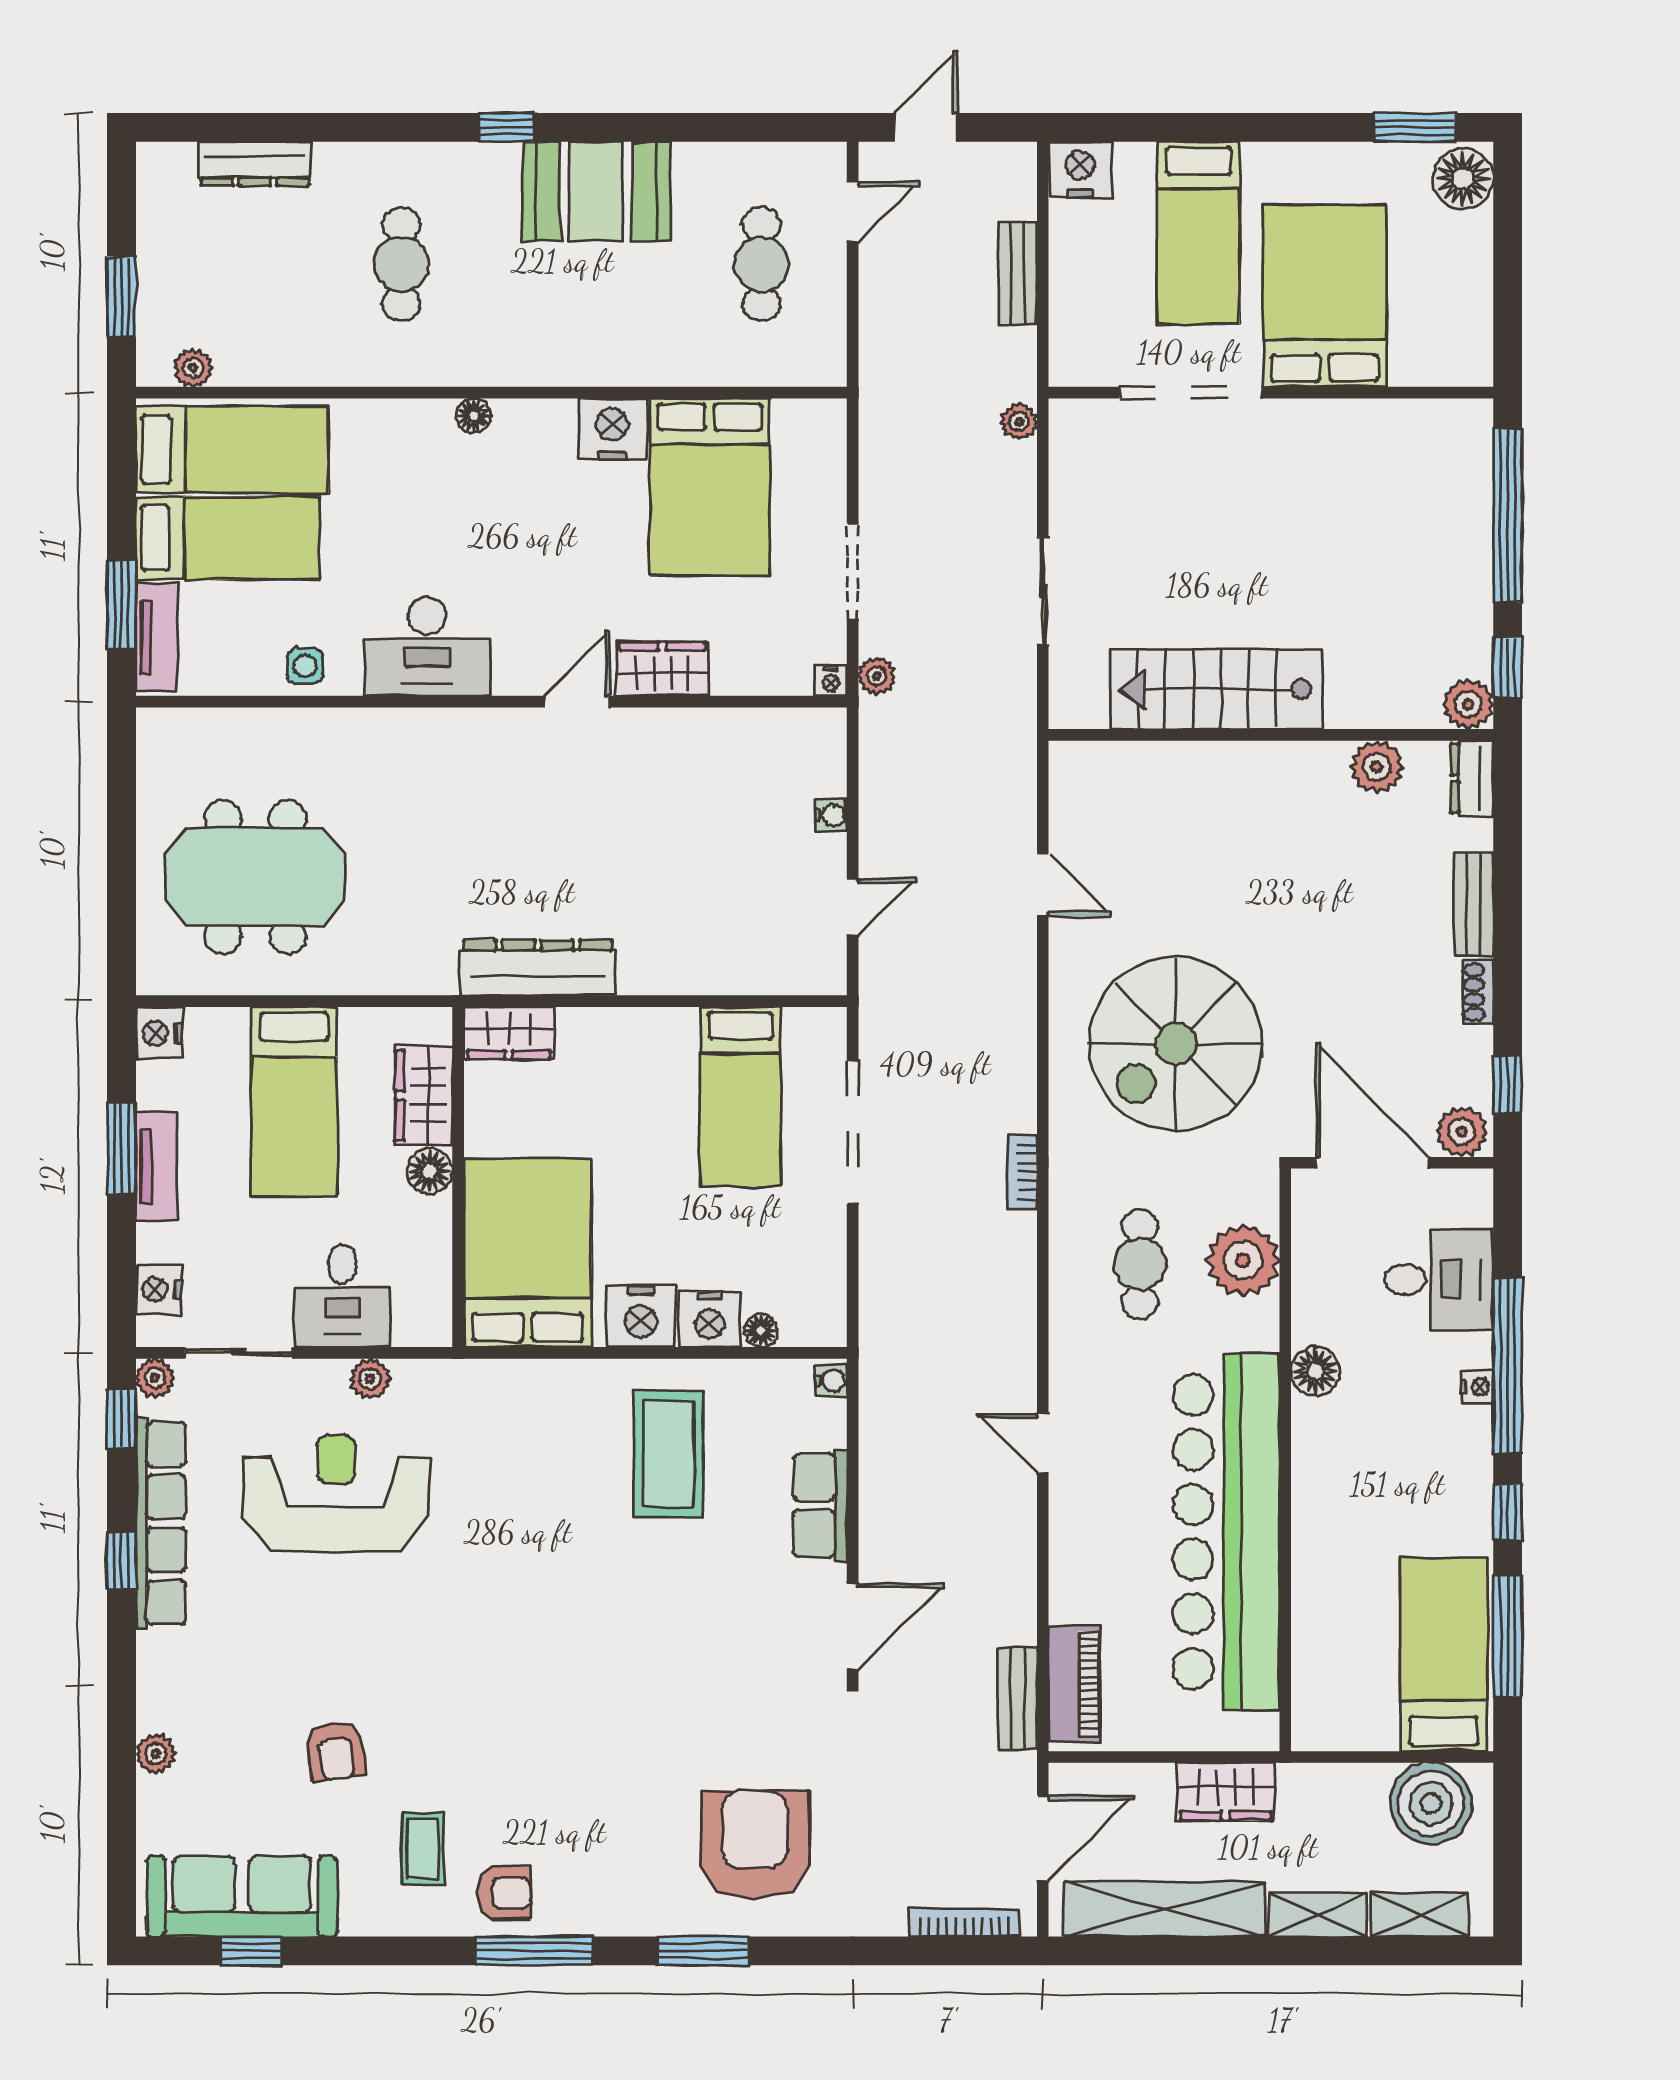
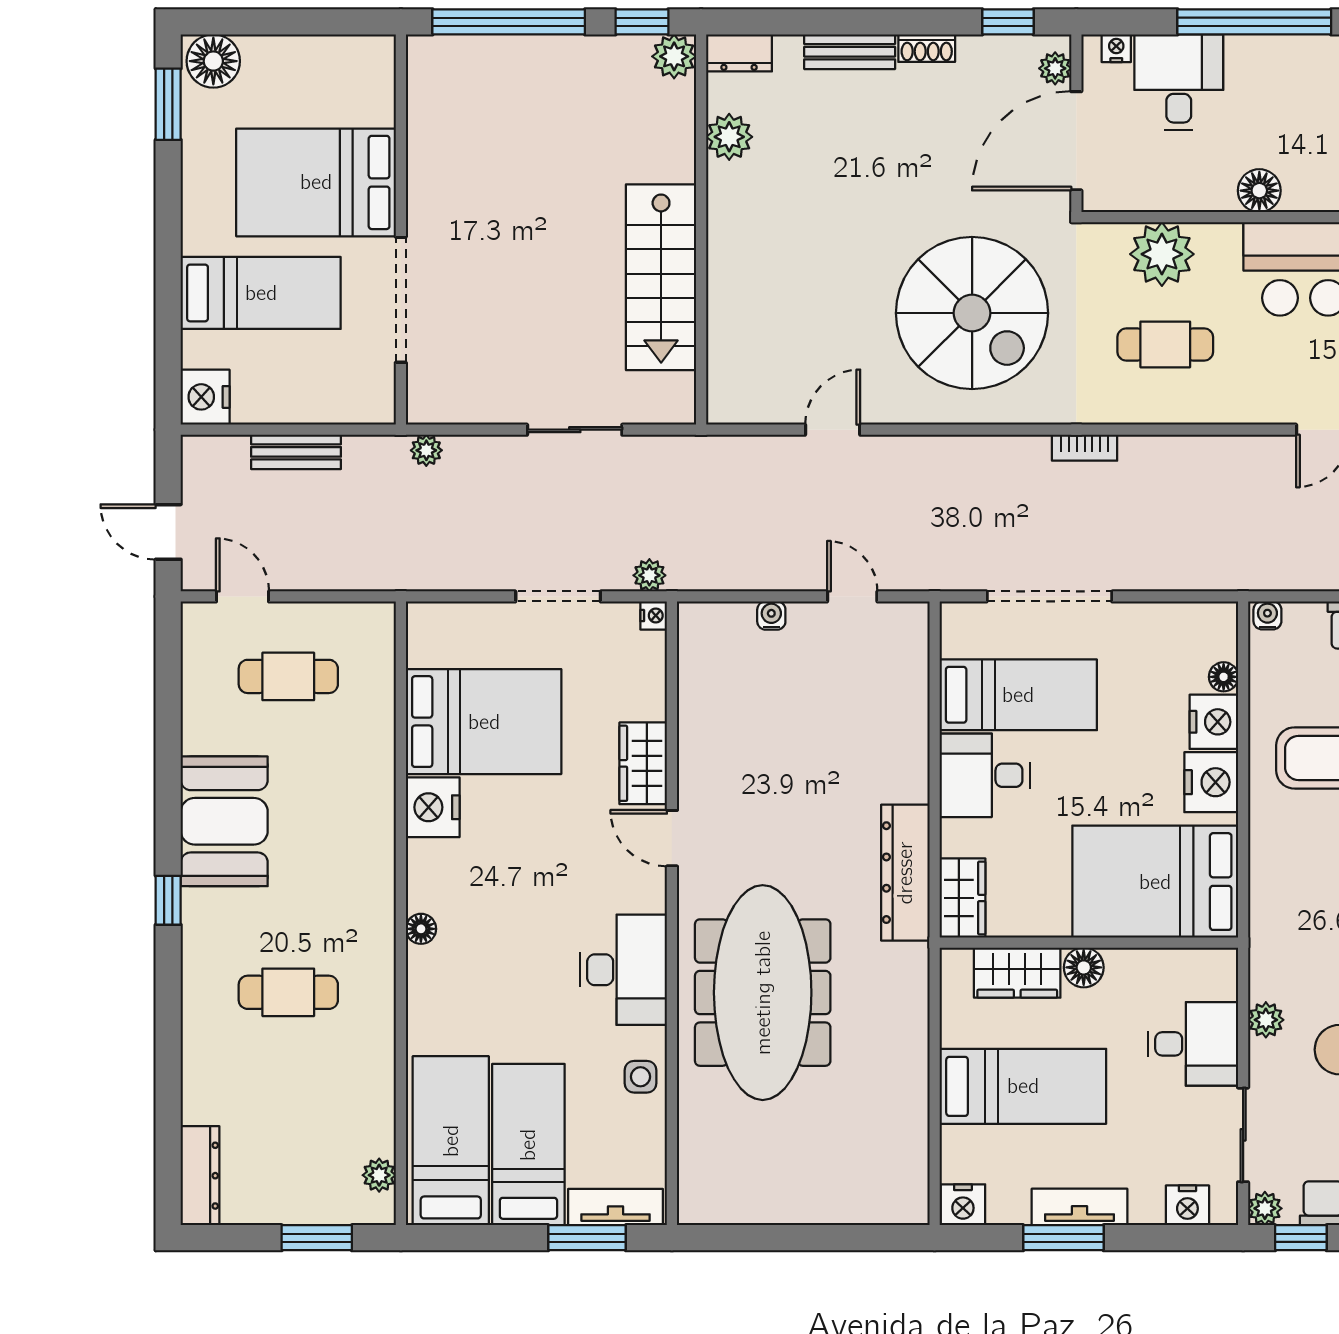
dresser: (255, 164) -> (200, 1176), moved
meeting table: (255, 877) -> (763, 993), moved, width x1.36
desk: (649, 1058) -> (985, 775), added
plant: (1462, 1132) -> (1055, 68), width x0.73, depth x0.73
nightstand: (1478, 1387) -> (1116, 48), moved

